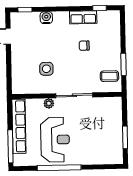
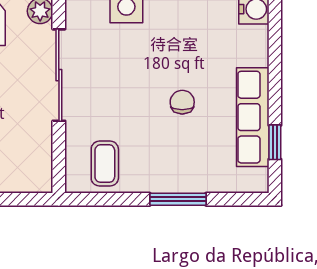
row of seats: (83, 17) -> (253, 117), width x1.48
window: (124, 64) -> (178, 199), moved

